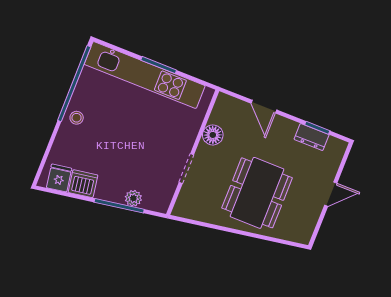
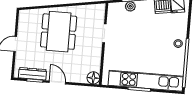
door: (264, 107) -> (57, 82), moved
floor lamp: (213, 135) -> (93, 78), moved
dresser: (312, 137) -> (32, 74), width x1.44

